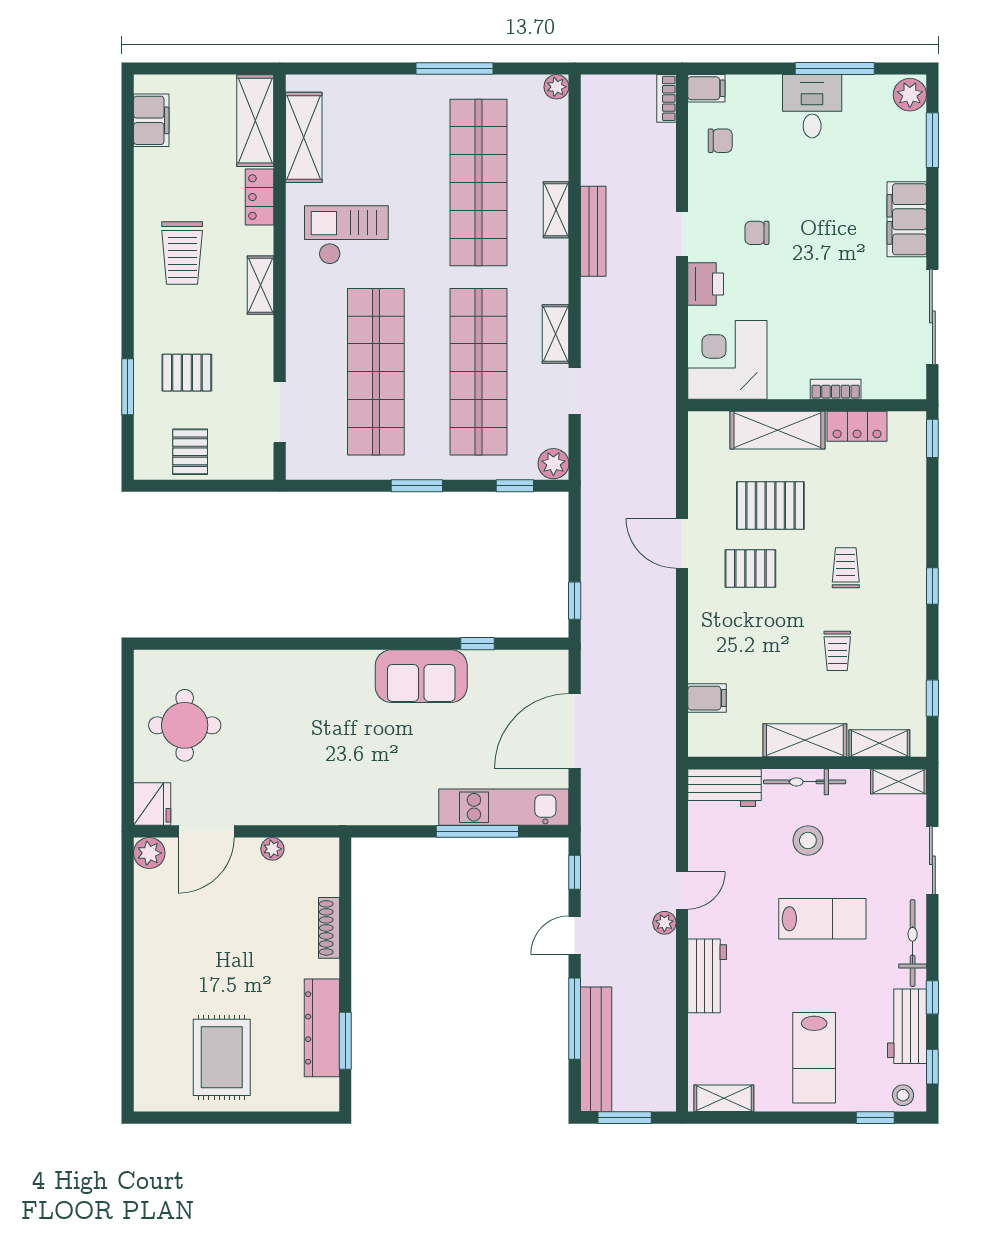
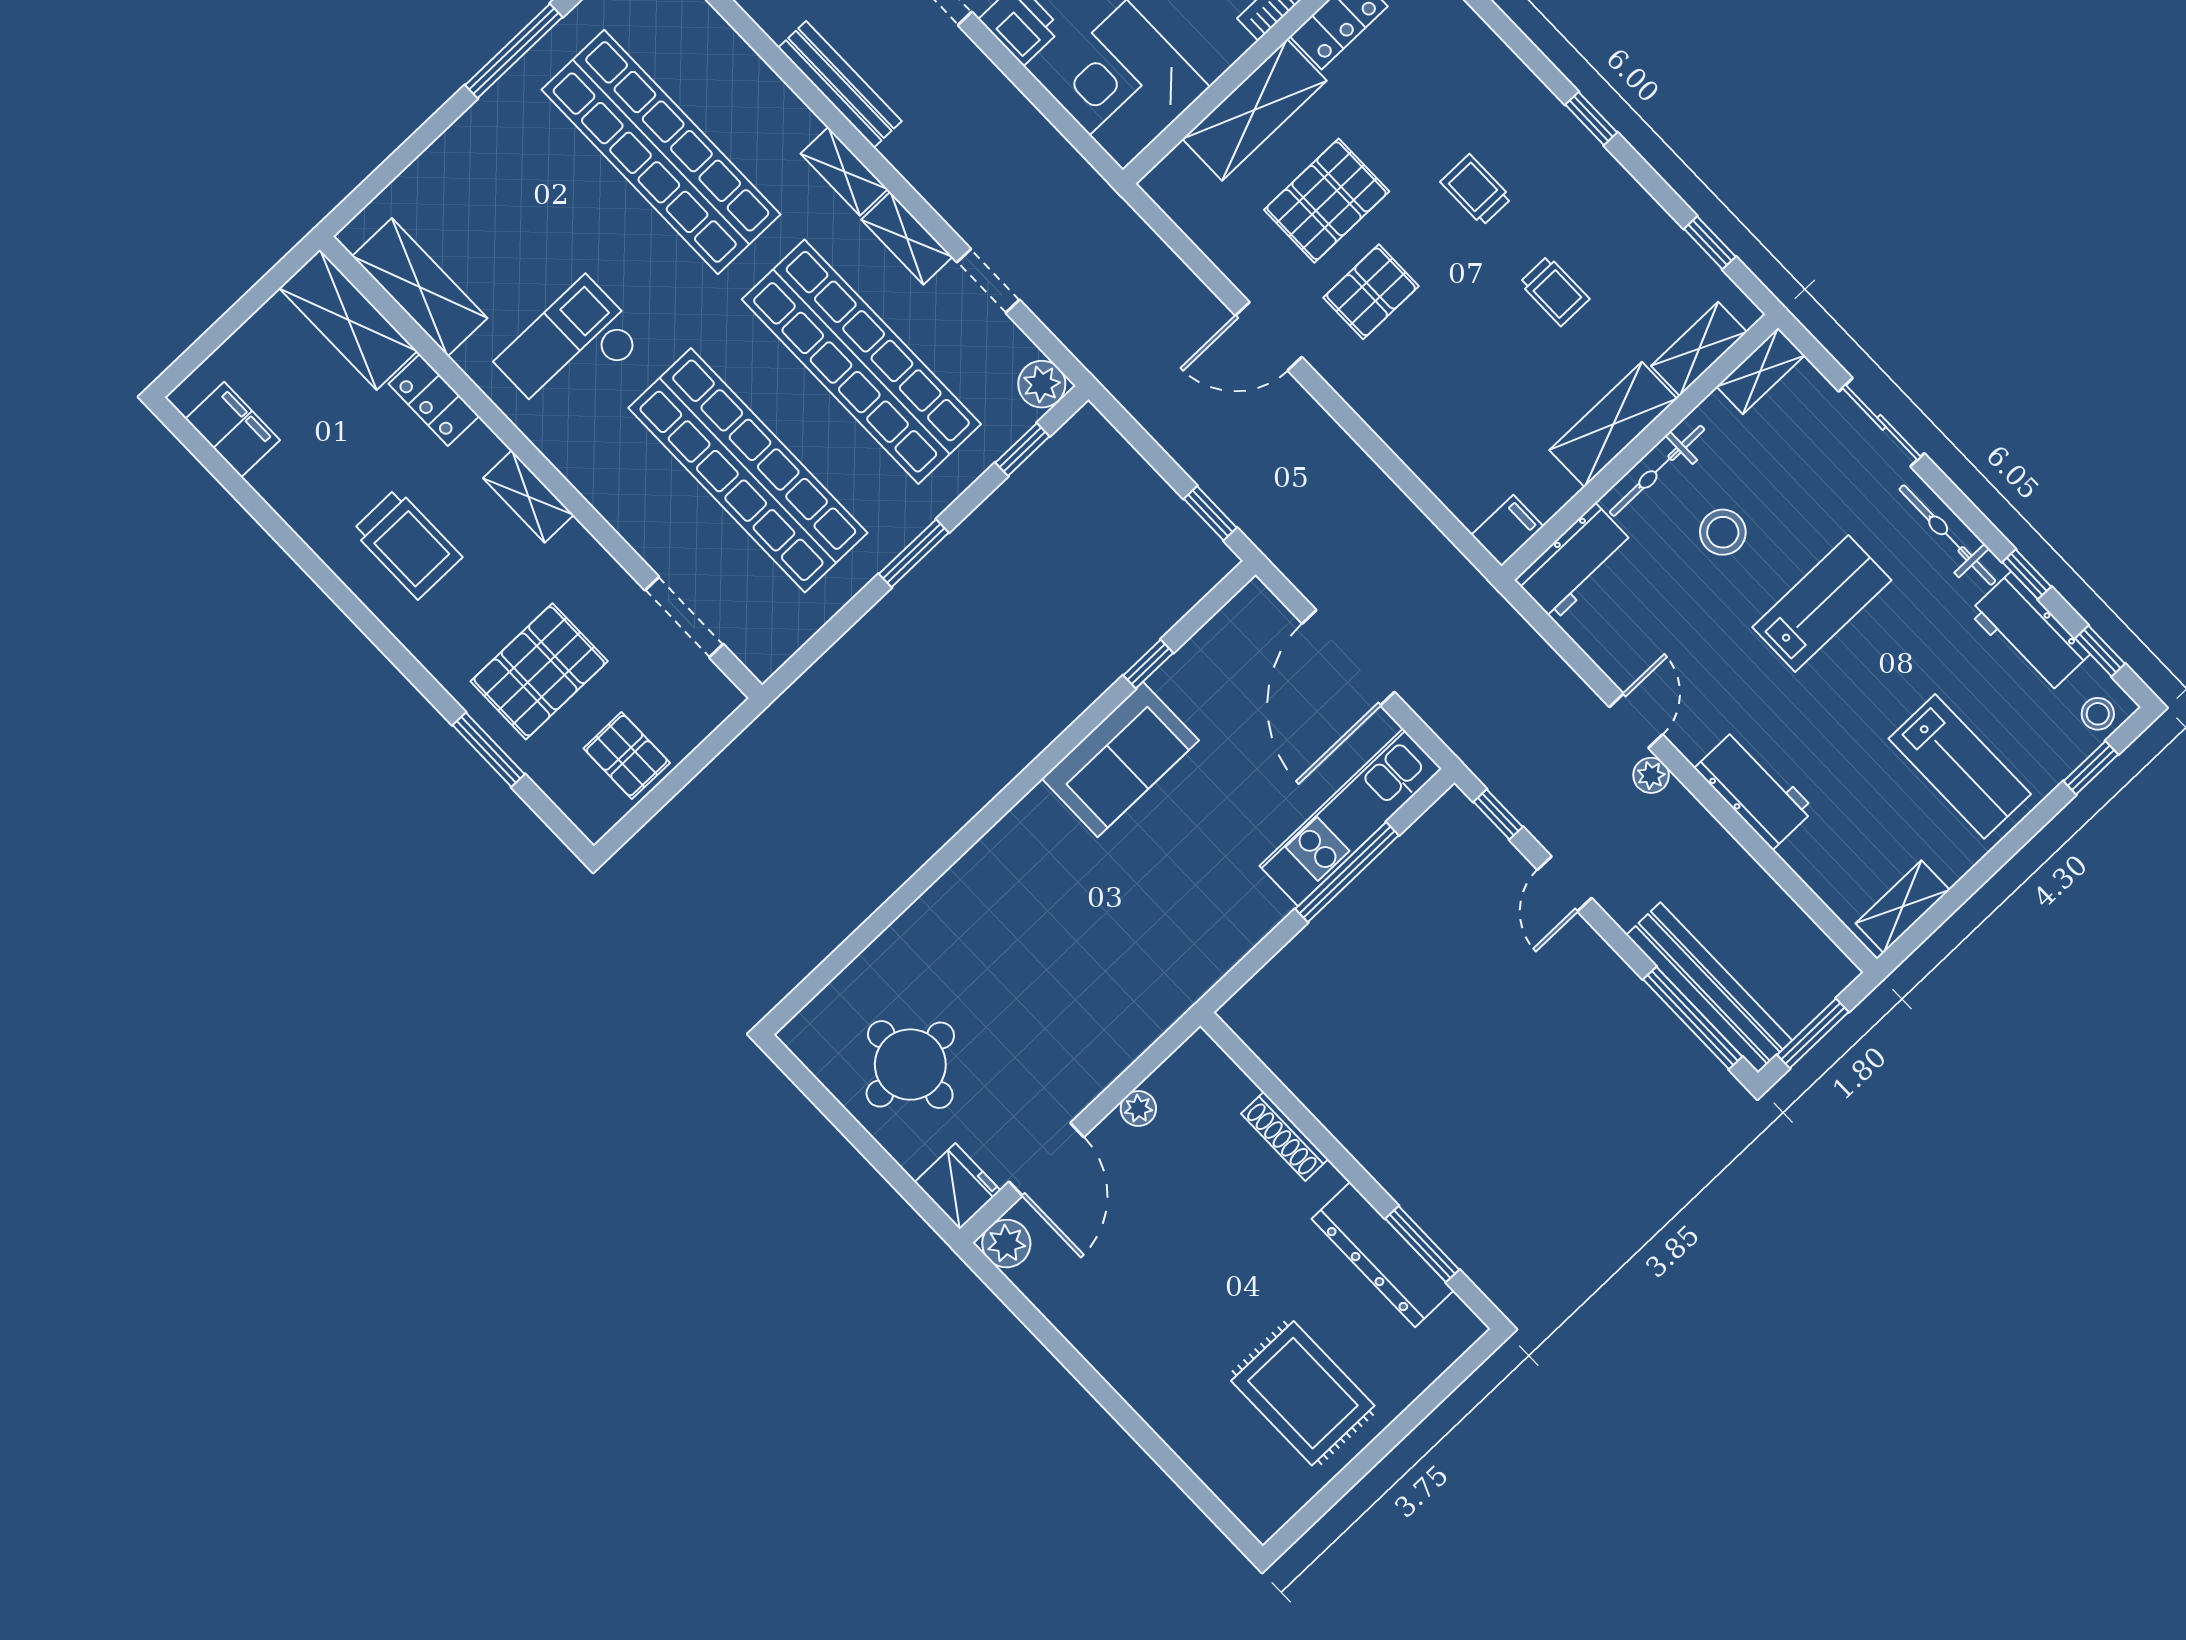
shelving: (556, 210) -> (844, 171), moved
pallet: (187, 373) -> (539, 671), width x1.50, depth x1.42
filing cabinet: (707, 698) -> (1507, 531), moved
window: (575, 1019) -> (1693, 1018), moved

